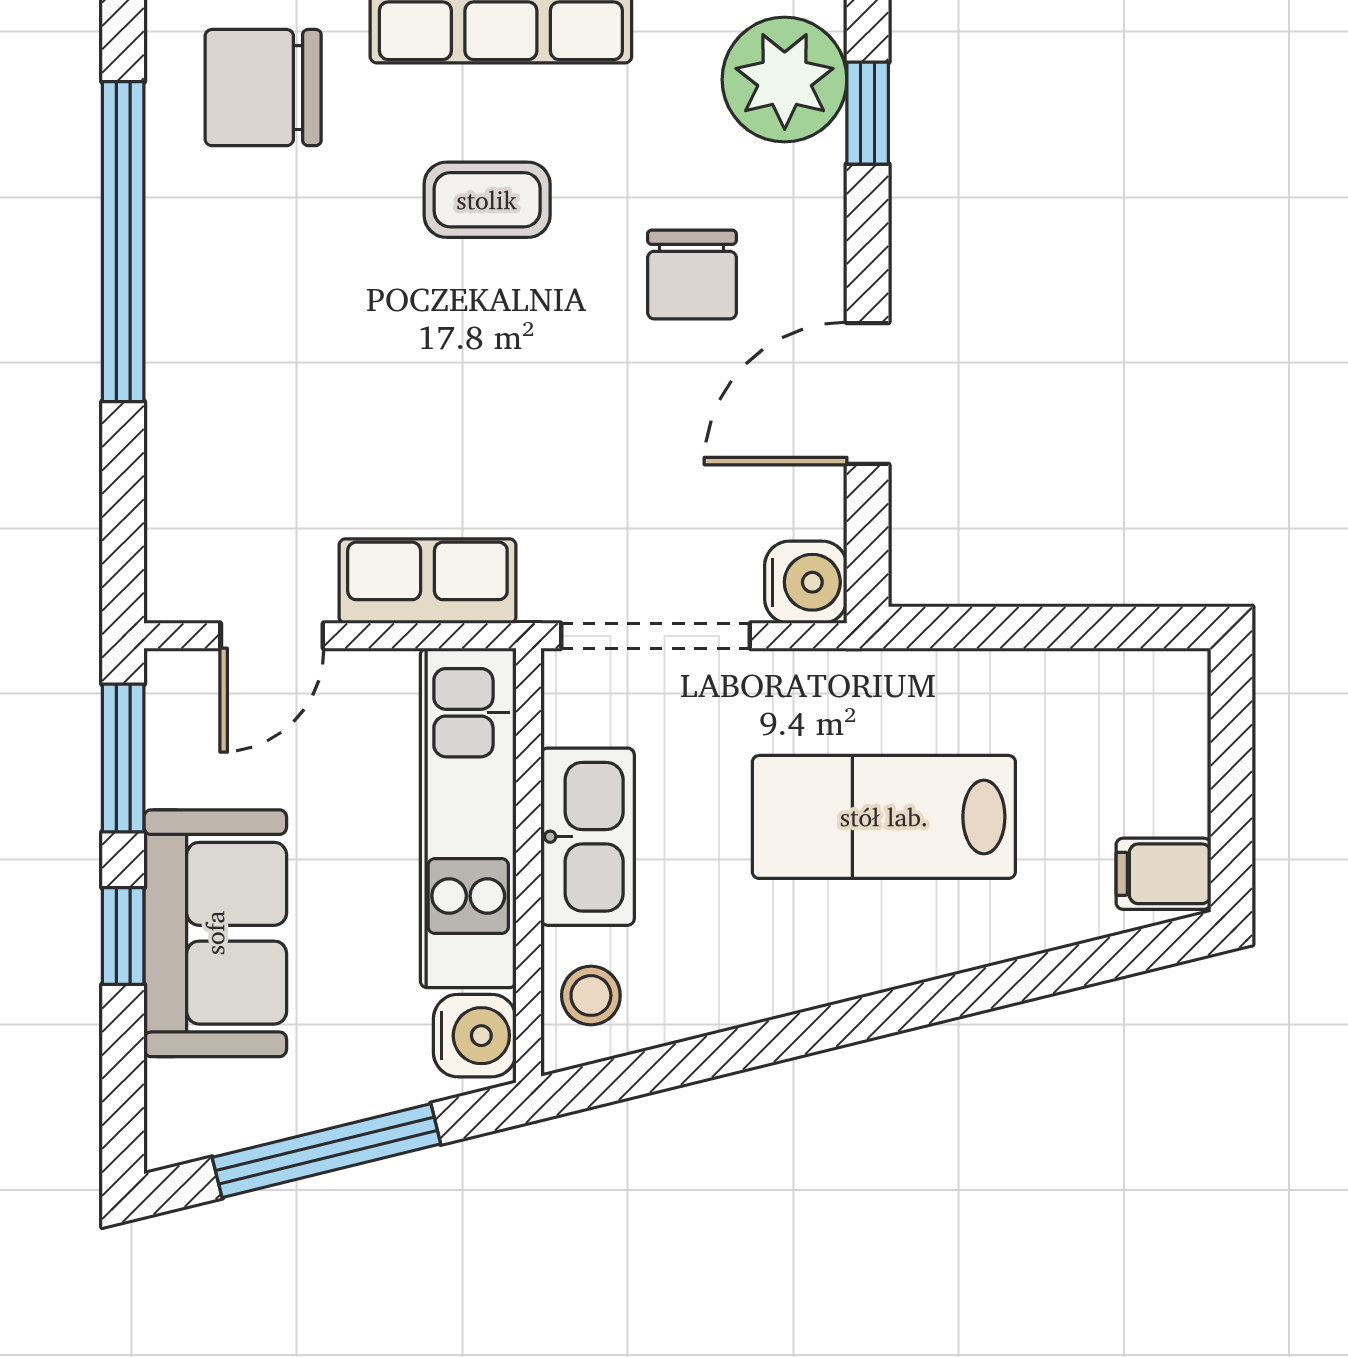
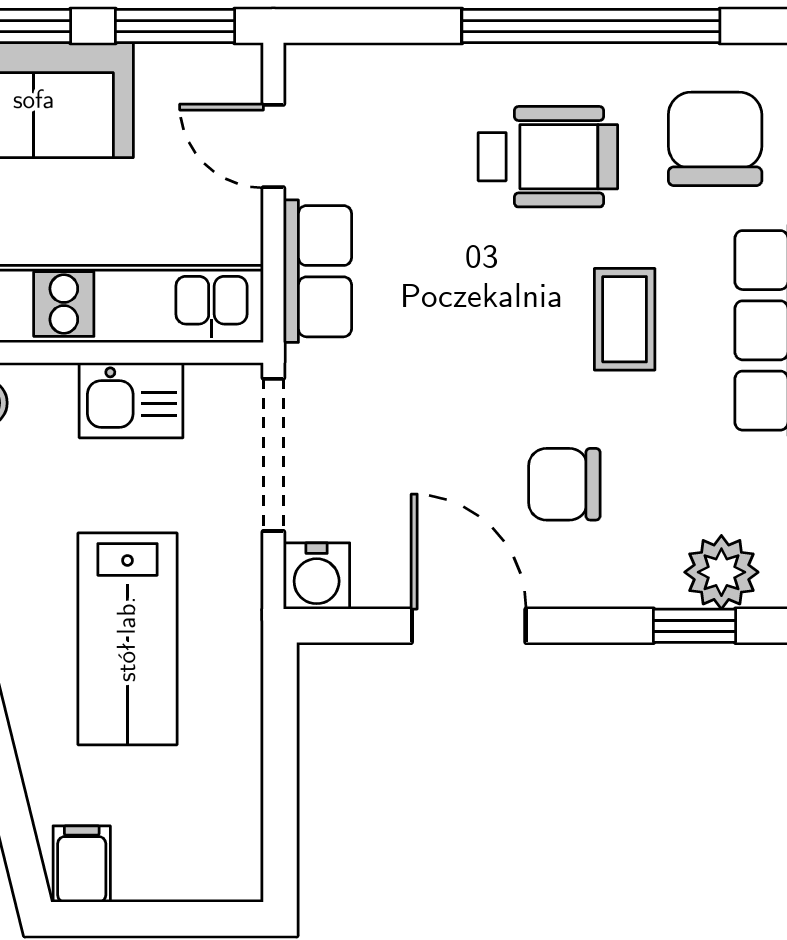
plant: (785, 80) -> (721, 572), width x0.73, depth x0.73
wheelchair: (285, 295) -> (548, 157), added
lab bench: (884, 817) -> (127, 639), turned 180
kitchen sink: (588, 837) -> (131, 400), width x0.73

